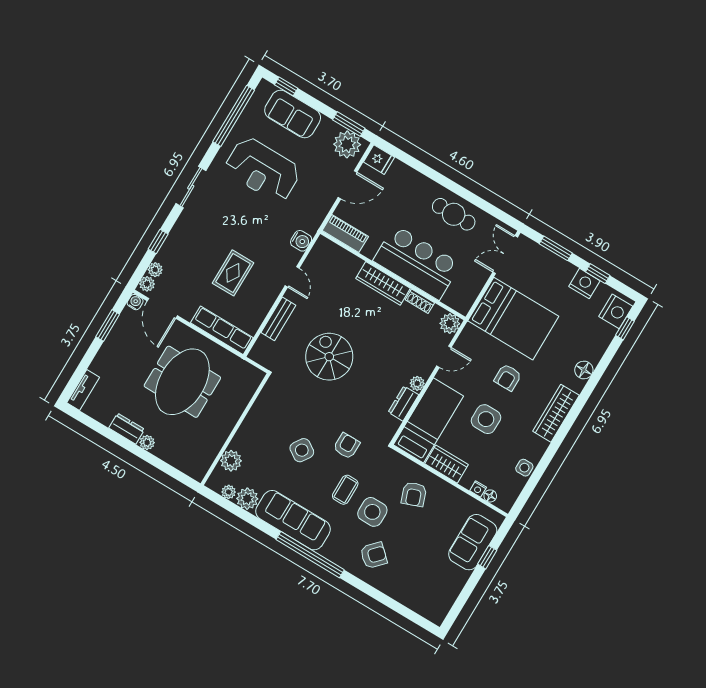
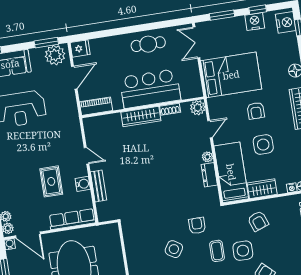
water cooler: (301, 241) -> (83, 184), moved
spiral stairs: (329, 357) -> (145, 183), removed

